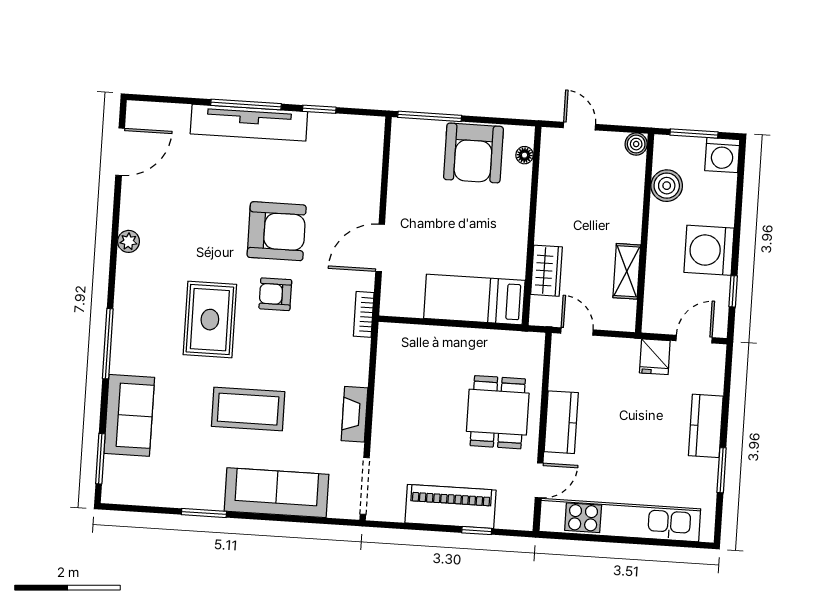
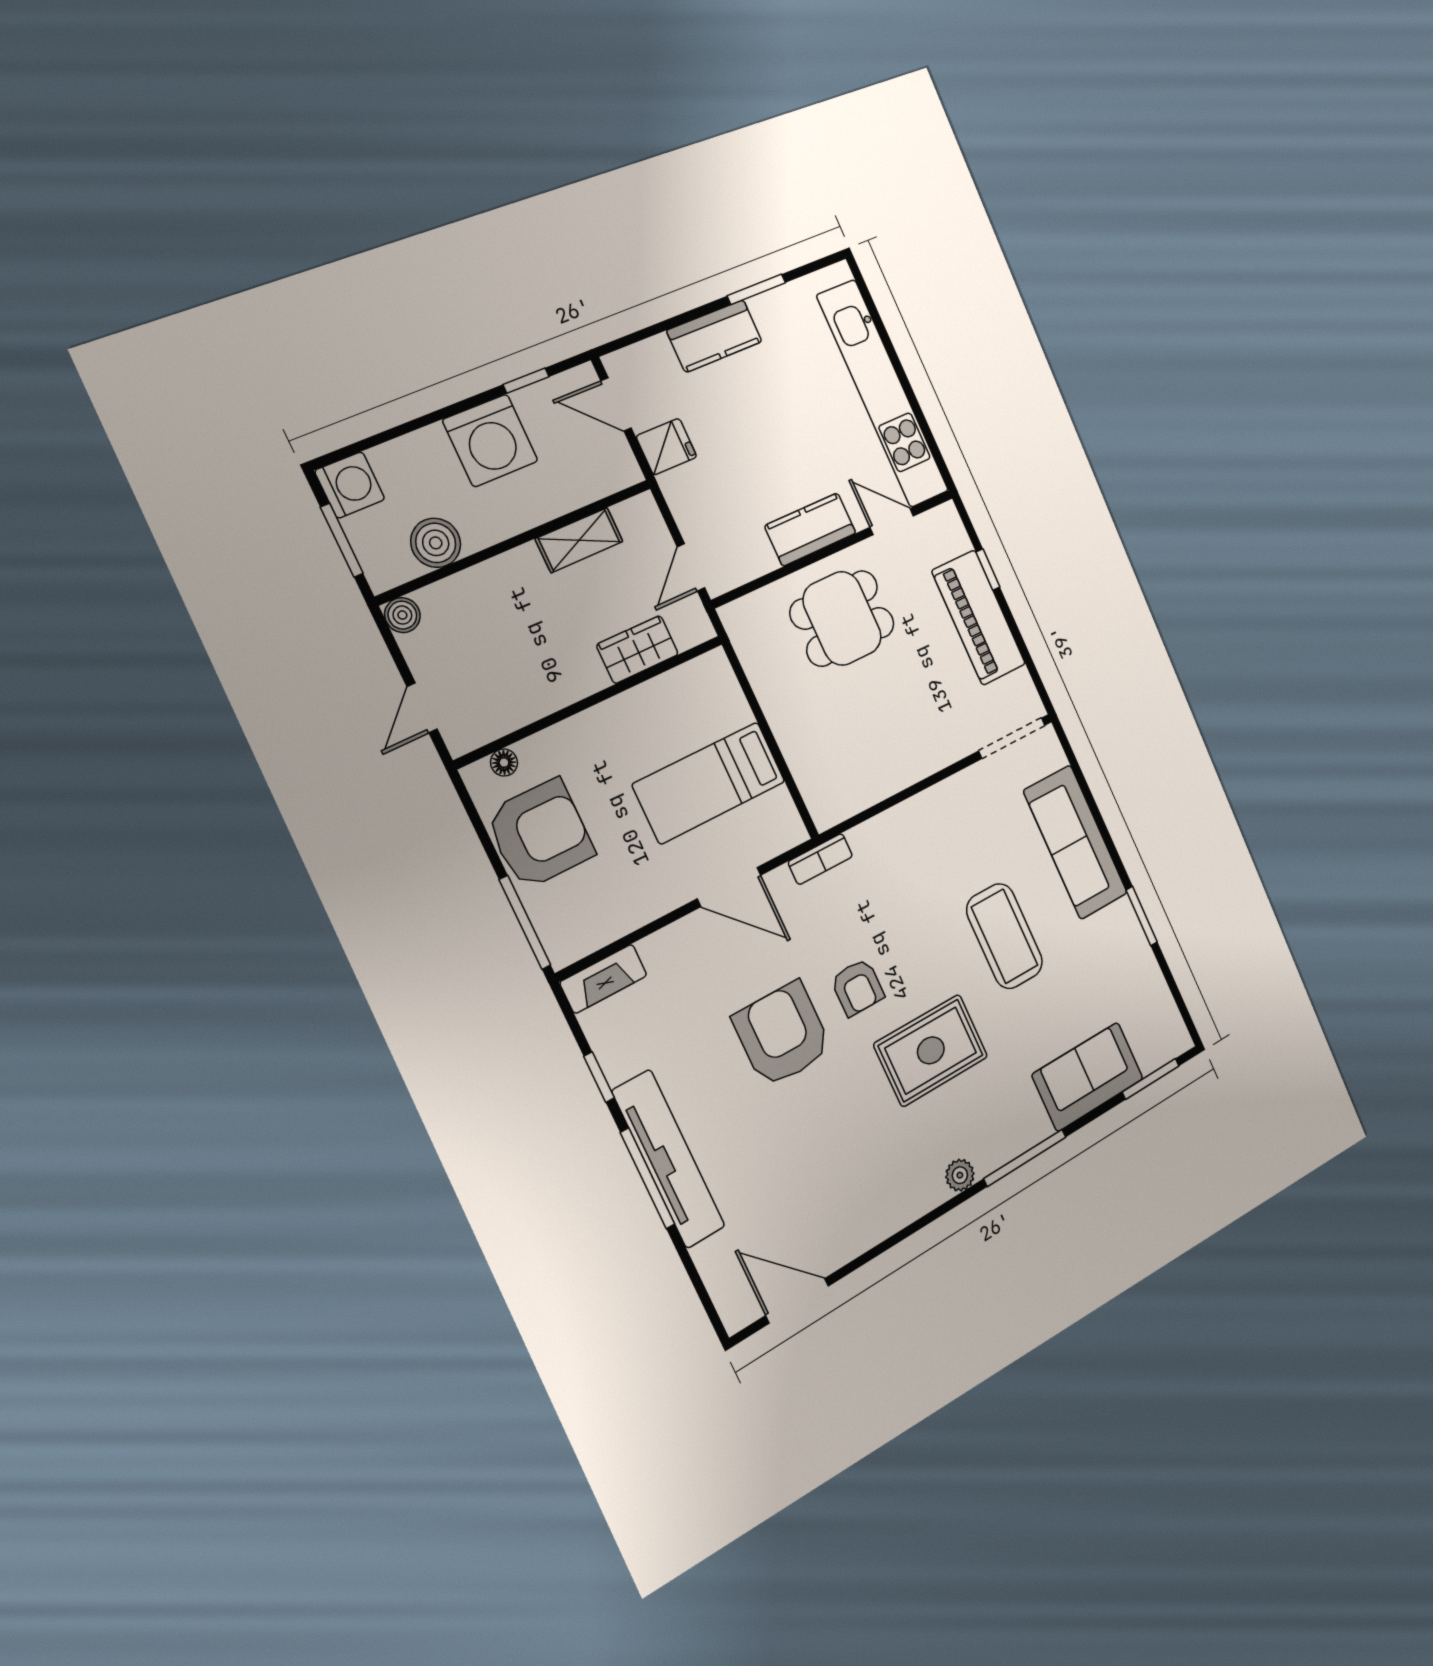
plant: (129, 241) -> (960, 1175), moved
bed: (474, 299) -> (709, 783), moved, turned 90
fireplace: (355, 414) -> (603, 979), moved

